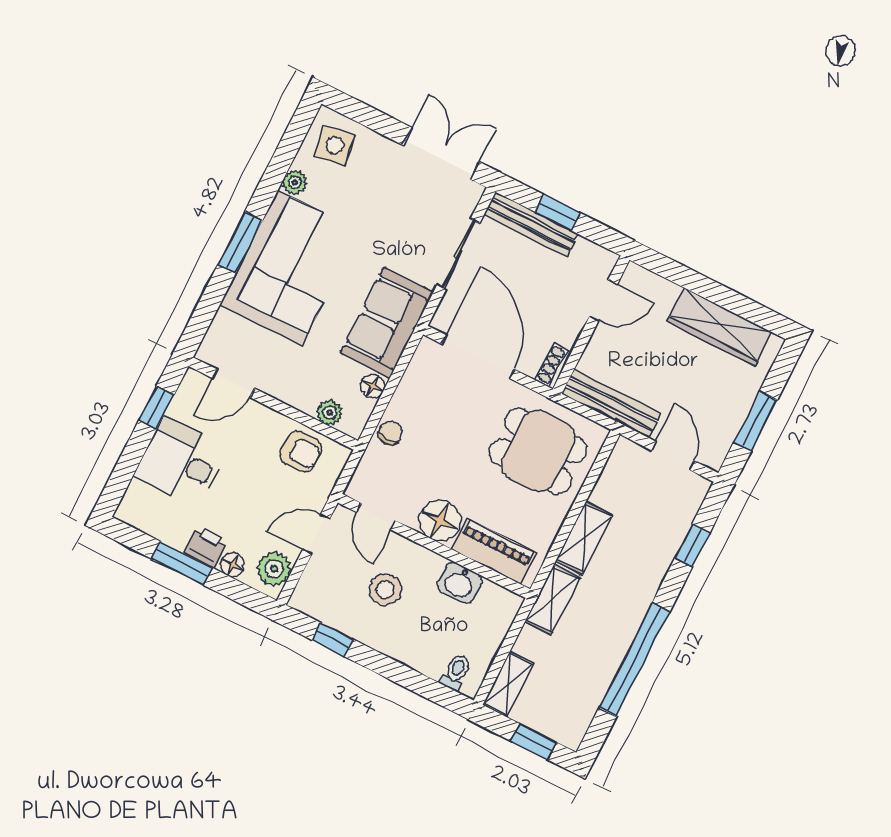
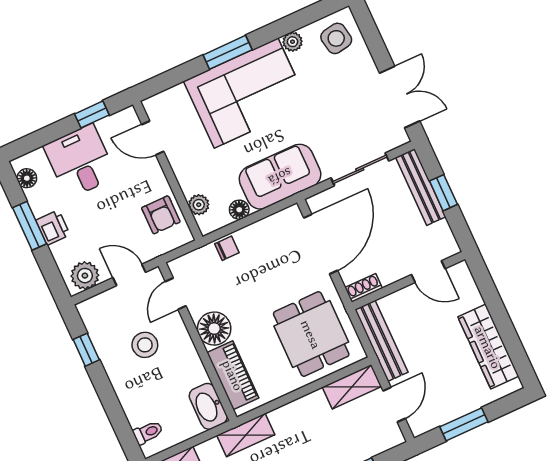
shelving: (584, 538) -> (352, 387), moved
floor lamp: (232, 565) -> (27, 178), moved
washbasin: (459, 583) -> (208, 406), moved, width x1.38

